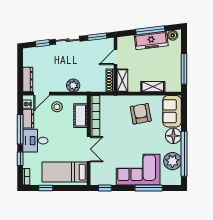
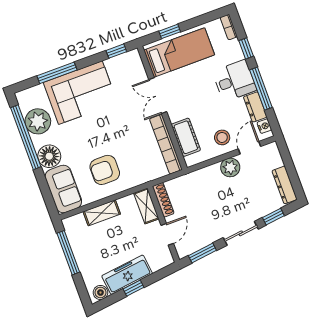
window: (150, 30) -> (134, 288), width x0.46
dresser: (28, 80) -> (285, 185), moved
plant: (73, 85) -> (230, 167), moved
armchair: (141, 114) -> (105, 170), turned 100
window: (46, 188) -> (170, 31), moved

